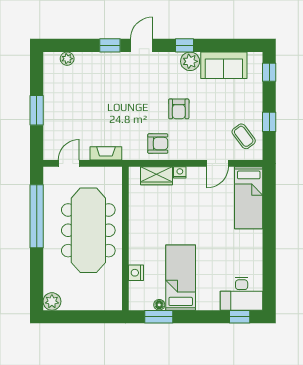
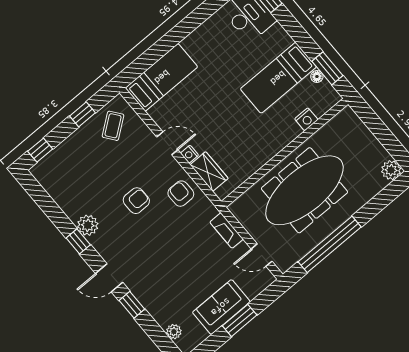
sofa: (224, 65) -> (221, 307), moved, turned -90
door: (218, 163) -> (167, 143), moved

